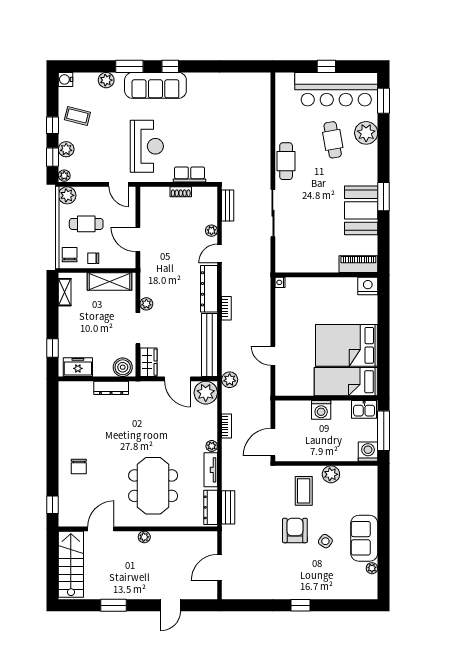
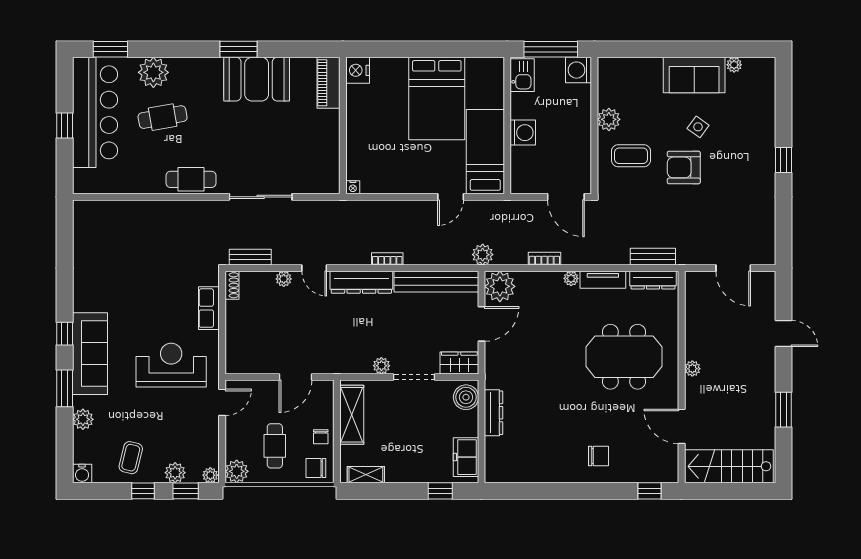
shoe rack: (181, 192) -> (232, 285), moved
bed: (346, 382) -> (485, 152), moved, turned 180

